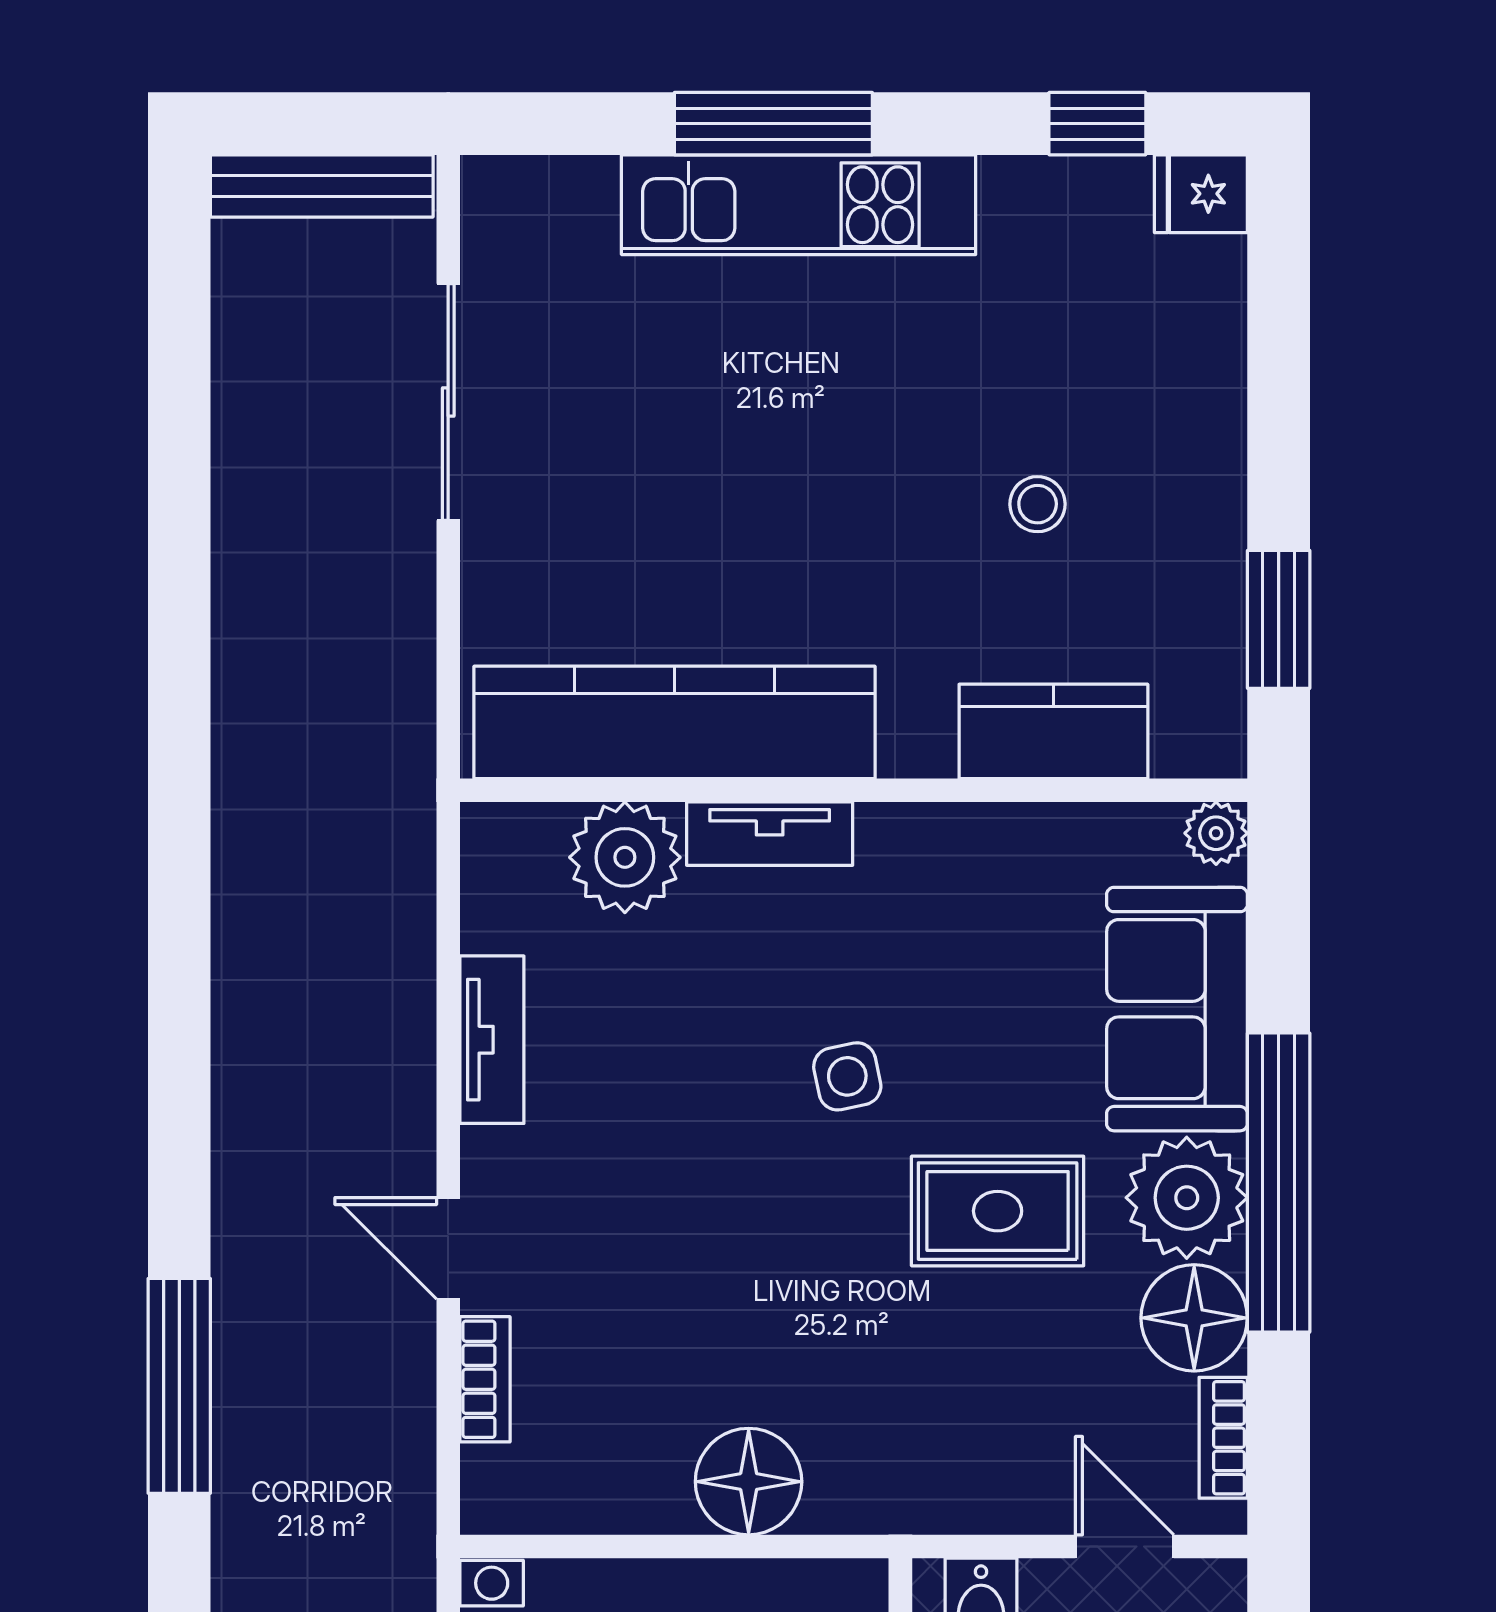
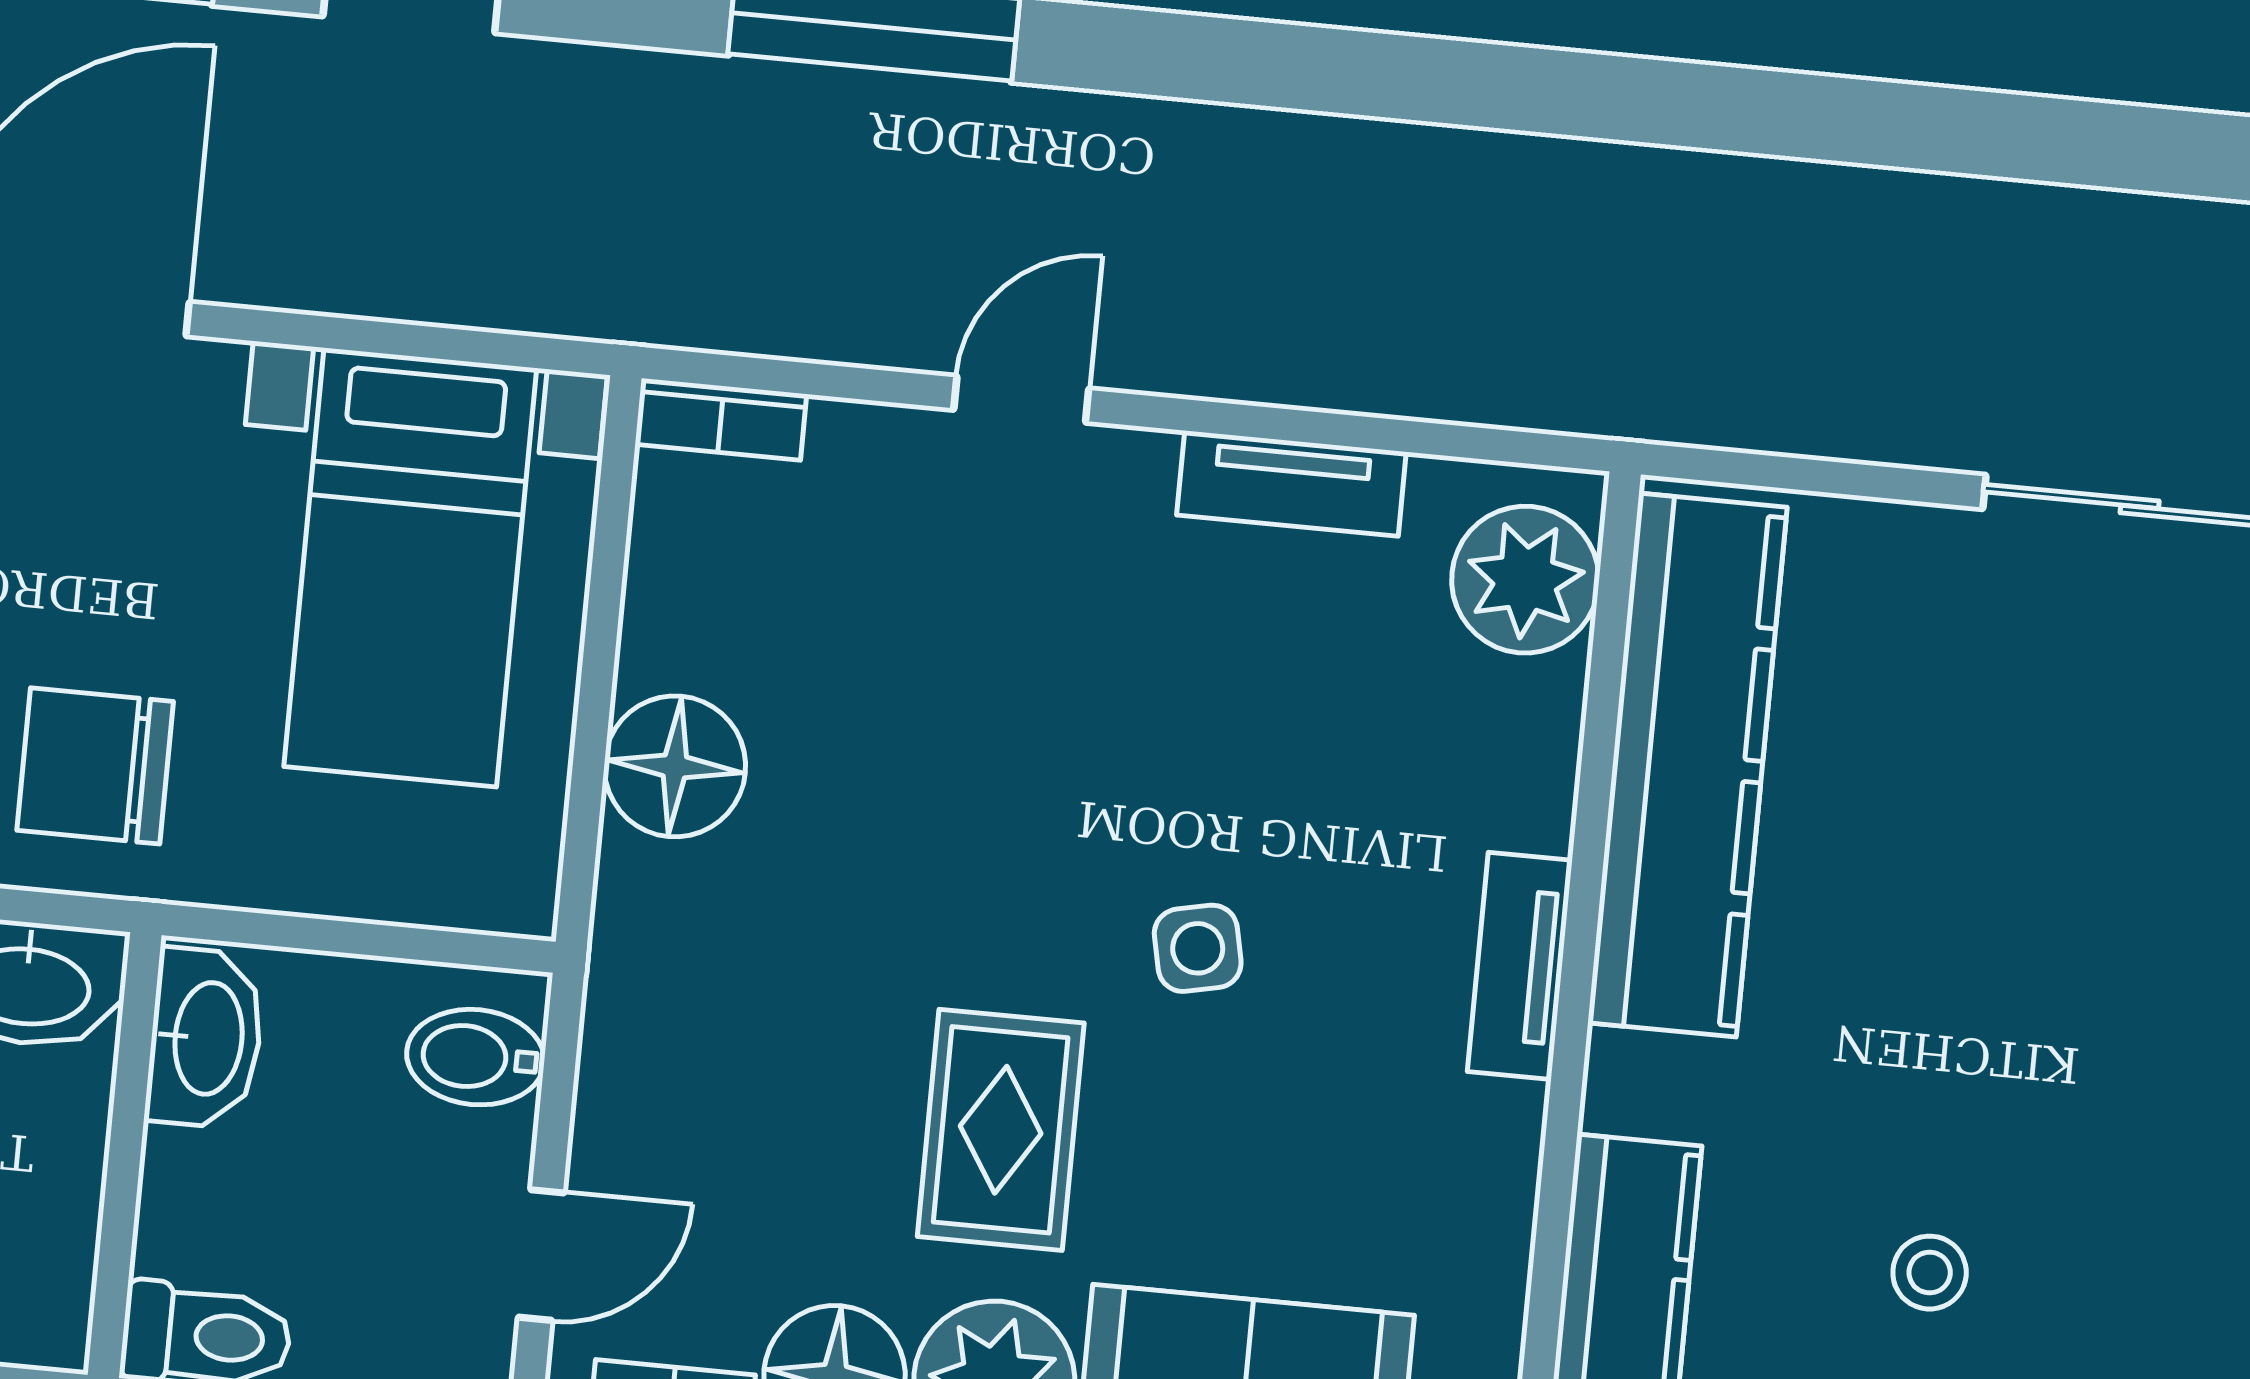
tv unit: (770, 834) -> (1520, 966), moved
plant: (625, 857) -> (1525, 580), moved
bookcase: (485, 1379) -> (721, 419), moved

